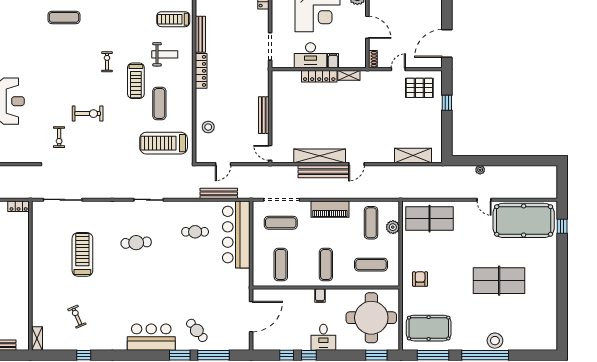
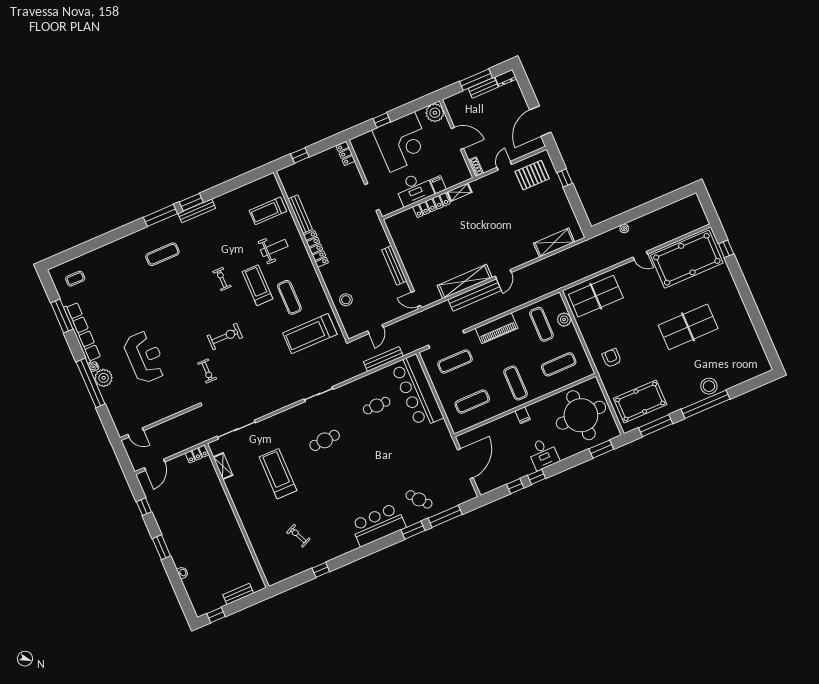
treadmill: (136, 81) -> (258, 285), turned 180
exercise mat: (281, 265) -> (472, 402), turned 90
shelving: (37, 339) -> (223, 466), moved

